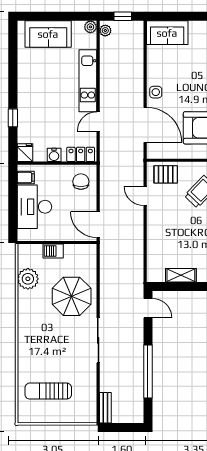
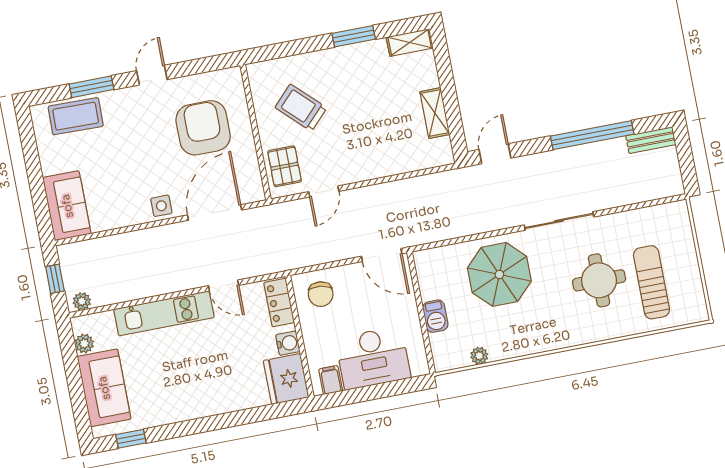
plant: (90, 27) -> (84, 344), moved
window: (13, 118) -> (131, 439), moved
fridge: (25, 153) -> (286, 379), width x1.88, depth x1.34
chair: (81, 182) -> (321, 294), turned -83
door: (98, 225) -> (382, 255), hinge flipped
plant: (28, 279) -> (479, 356), width x0.53, depth x0.53
round table: (56, 358) -> (599, 280), added
sun lounger: (48, 391) -> (651, 282), turned 180
bench: (105, 408) -> (651, 140), moved

